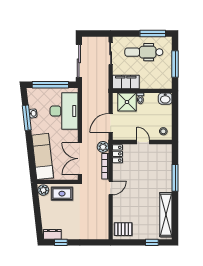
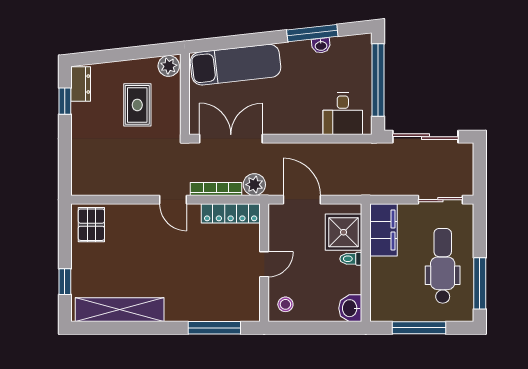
desk: (64, 111) -> (343, 114), width x0.53, depth x0.77
locker: (118, 154) -> (231, 213), width x1.53
window: (175, 178) -> (214, 328), moved
rug: (62, 194) -> (137, 105), moved

